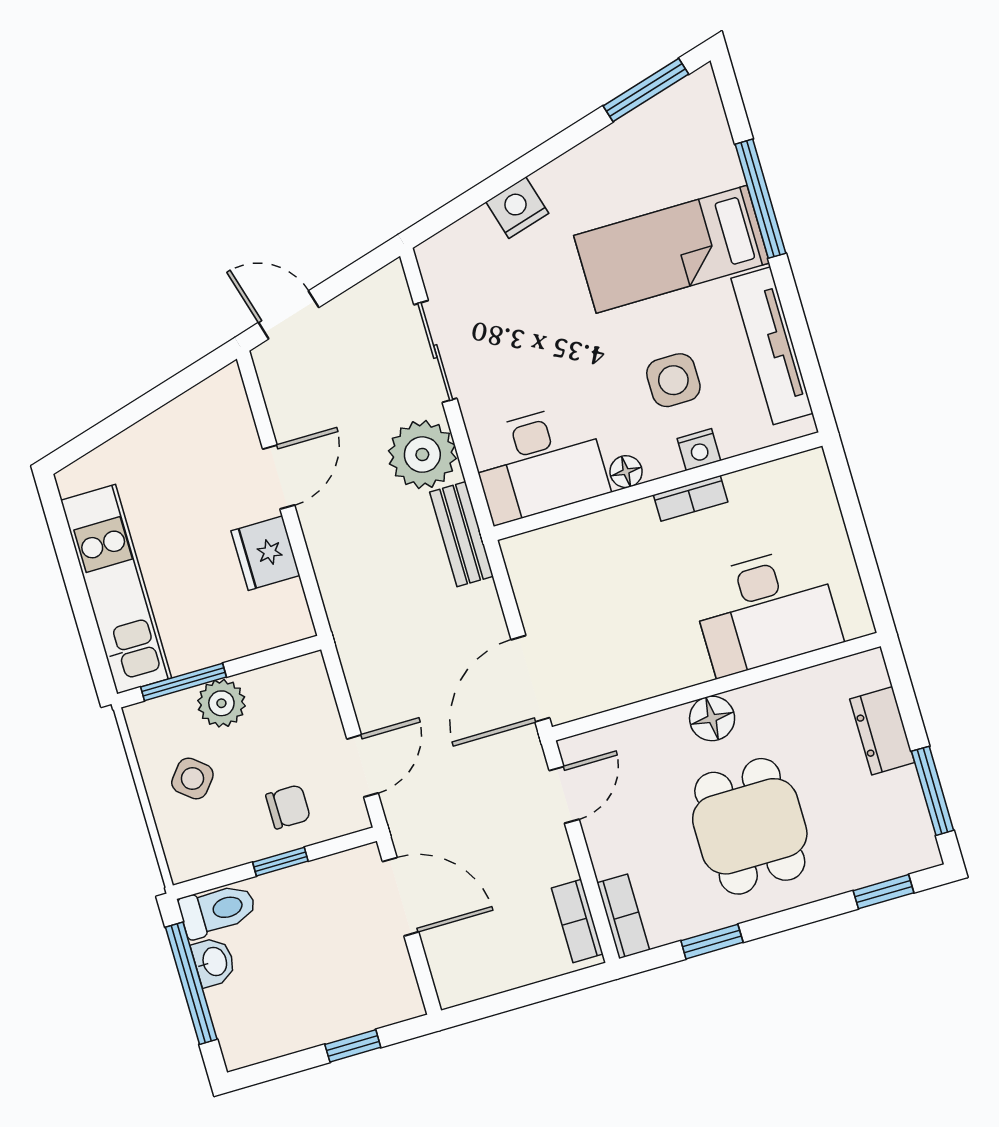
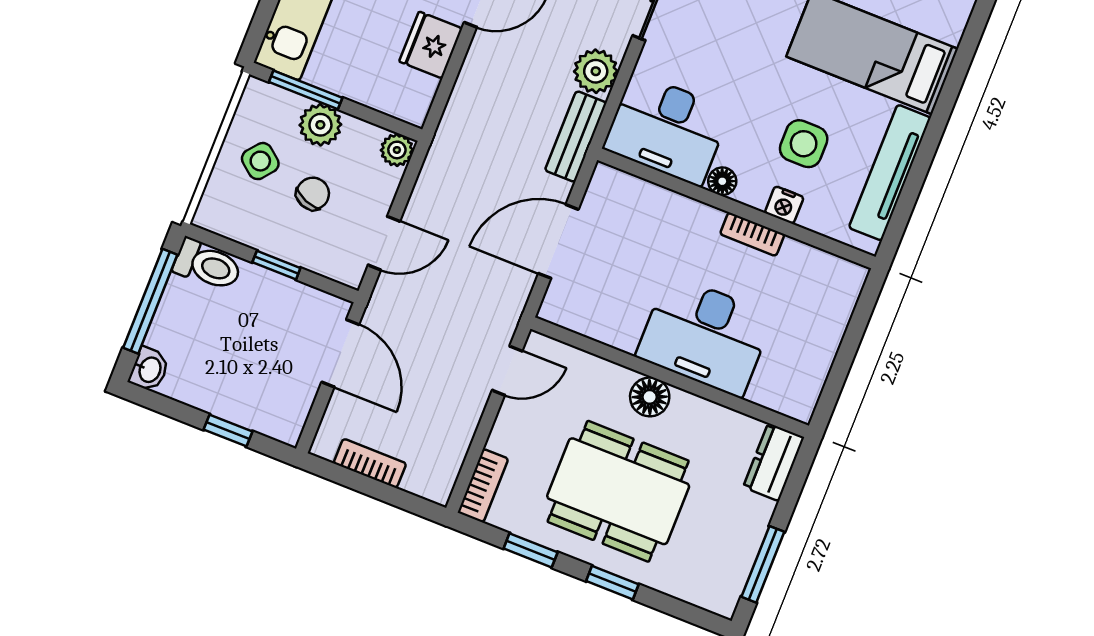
window: (761, 199) -> (960, 65), removed
plant: (422, 455) -> (596, 71), width x0.73, depth x0.73
desk: (766, 610) -> (705, 336), moved
plant: (309, 672) -> (397, 150), added
door: (530, 679) -> (558, 241), moved
dresser: (882, 731) -> (774, 462), moved
chair: (288, 807) -> (313, 194), moved, turned -69
dining table: (750, 826) -> (618, 491), width x1.37
window: (883, 892) -> (612, 583), moved
bookcase: (577, 921) -> (370, 463), moved, turned 90
washbasin: (214, 962) -> (149, 369), moved

